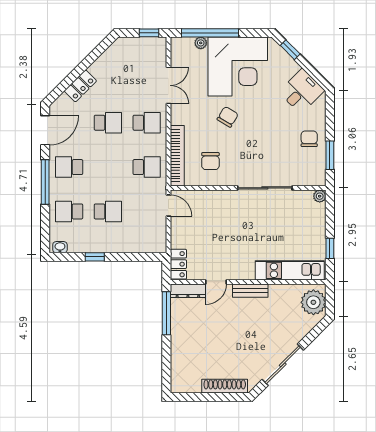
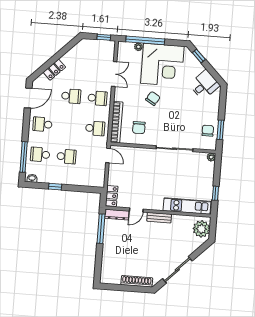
chair: (309, 139) -> (208, 131), moved
window: (45, 182) -> (24, 157), moved

